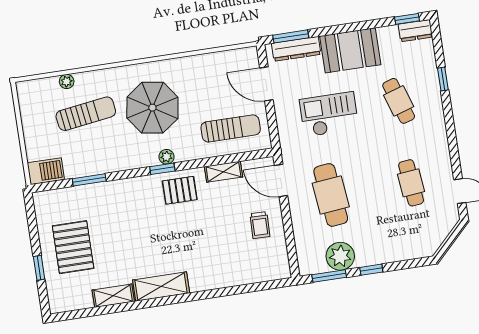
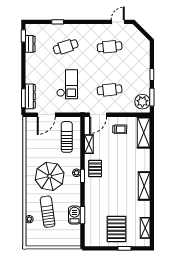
dresser: (415, 31) -> (30, 44), moved
booth: (350, 50) -> (35, 68), removed
checkout: (329, 114) -> (67, 84), turned 180
barbecue: (46, 171) -> (75, 215), moved
cafe table: (331, 195) -> (110, 90), width x0.73, depth x0.74
pallet: (73, 247) -> (116, 229), turned 90
plant: (340, 256) -> (142, 102), moved
shelving: (261, 270) -> (144, 132), added
shelving: (113, 296) -> (145, 228), moved

